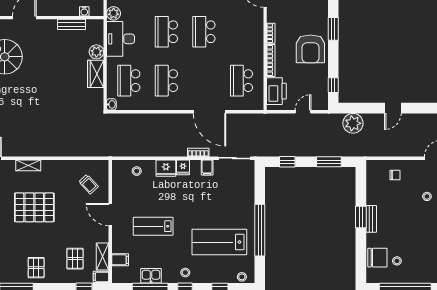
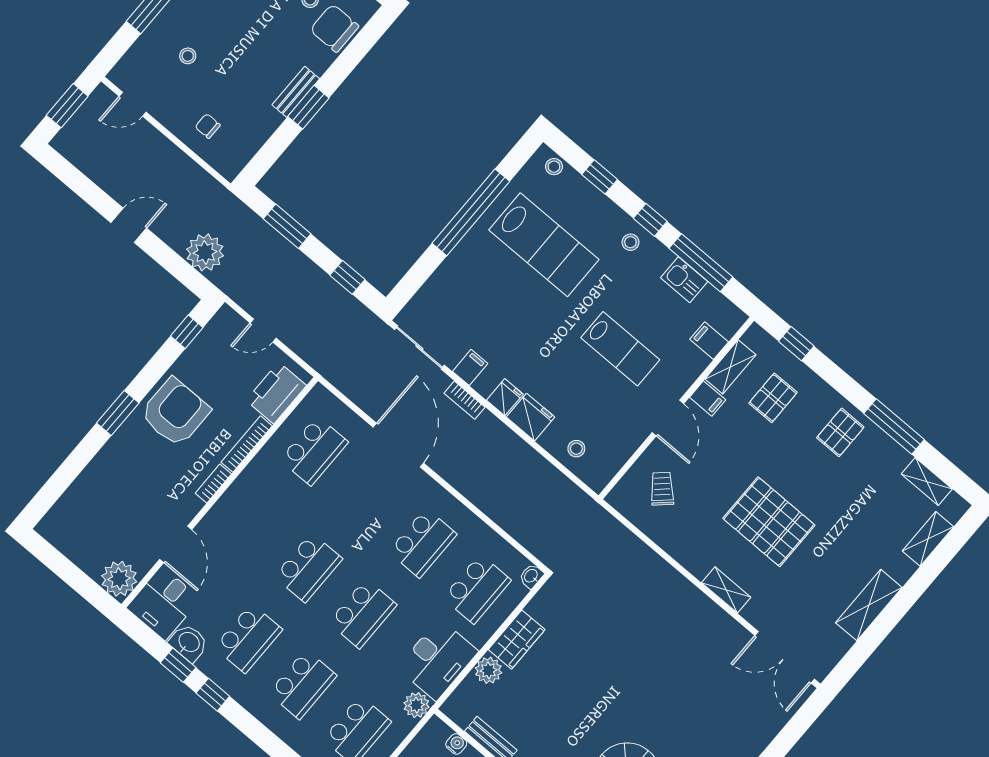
filing cabinet: (101, 277) -> (708, 398), moved

